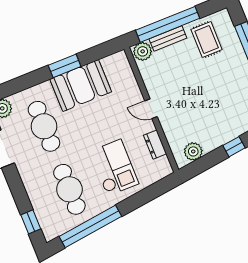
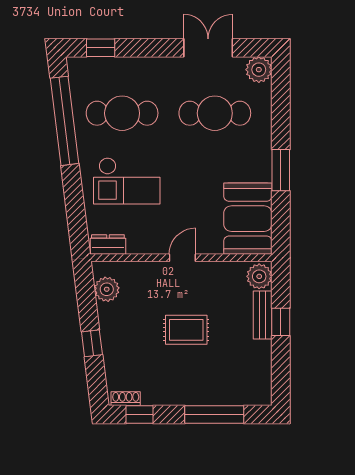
window: (168, 24) -> (281, 322), width x0.32
rug: (207, 39) -> (186, 330), moved
booth: (81, 85) -> (248, 219), moved
dresser: (155, 145) -> (108, 245), moved

